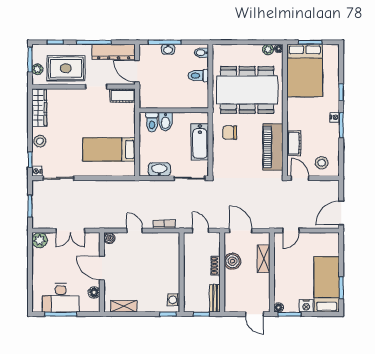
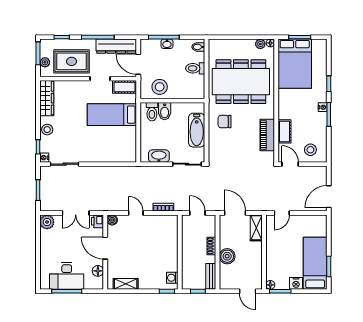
stool: (160, 95) -> (160, 87), added
piano: (273, 147) -> (267, 135), width x0.73, depth x0.75
bed: (109, 149) -> (112, 115), moved
printer: (94, 239) -> (97, 221), added
shelving: (264, 259) -> (256, 228), moved
boiler: (232, 261) -> (227, 256), moved

